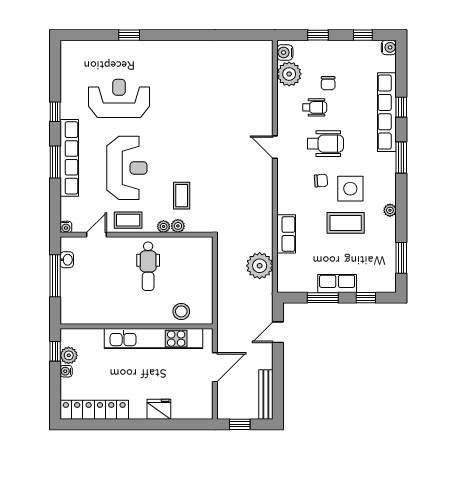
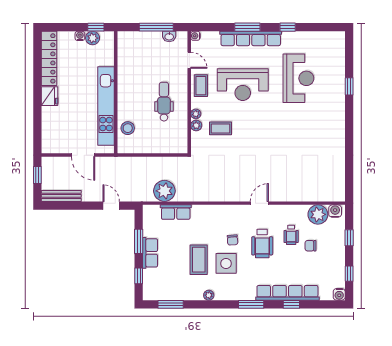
row of seats: (286, 234) -> (176, 212), moved
dental chair: (148, 266) -> (164, 102), turned 90
fridge: (159, 409) -> (49, 96), moved

